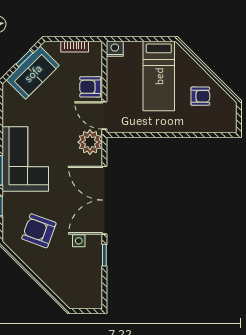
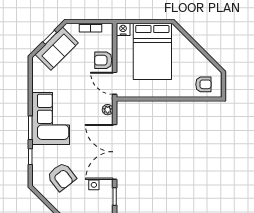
bed: (159, 76) -> (152, 51), width x1.50
armchair: (200, 96) -> (203, 84), moved
plant: (90, 142) -> (108, 110), width x0.53, depth x0.53
armchair: (39, 231) -> (62, 177), turned -148

